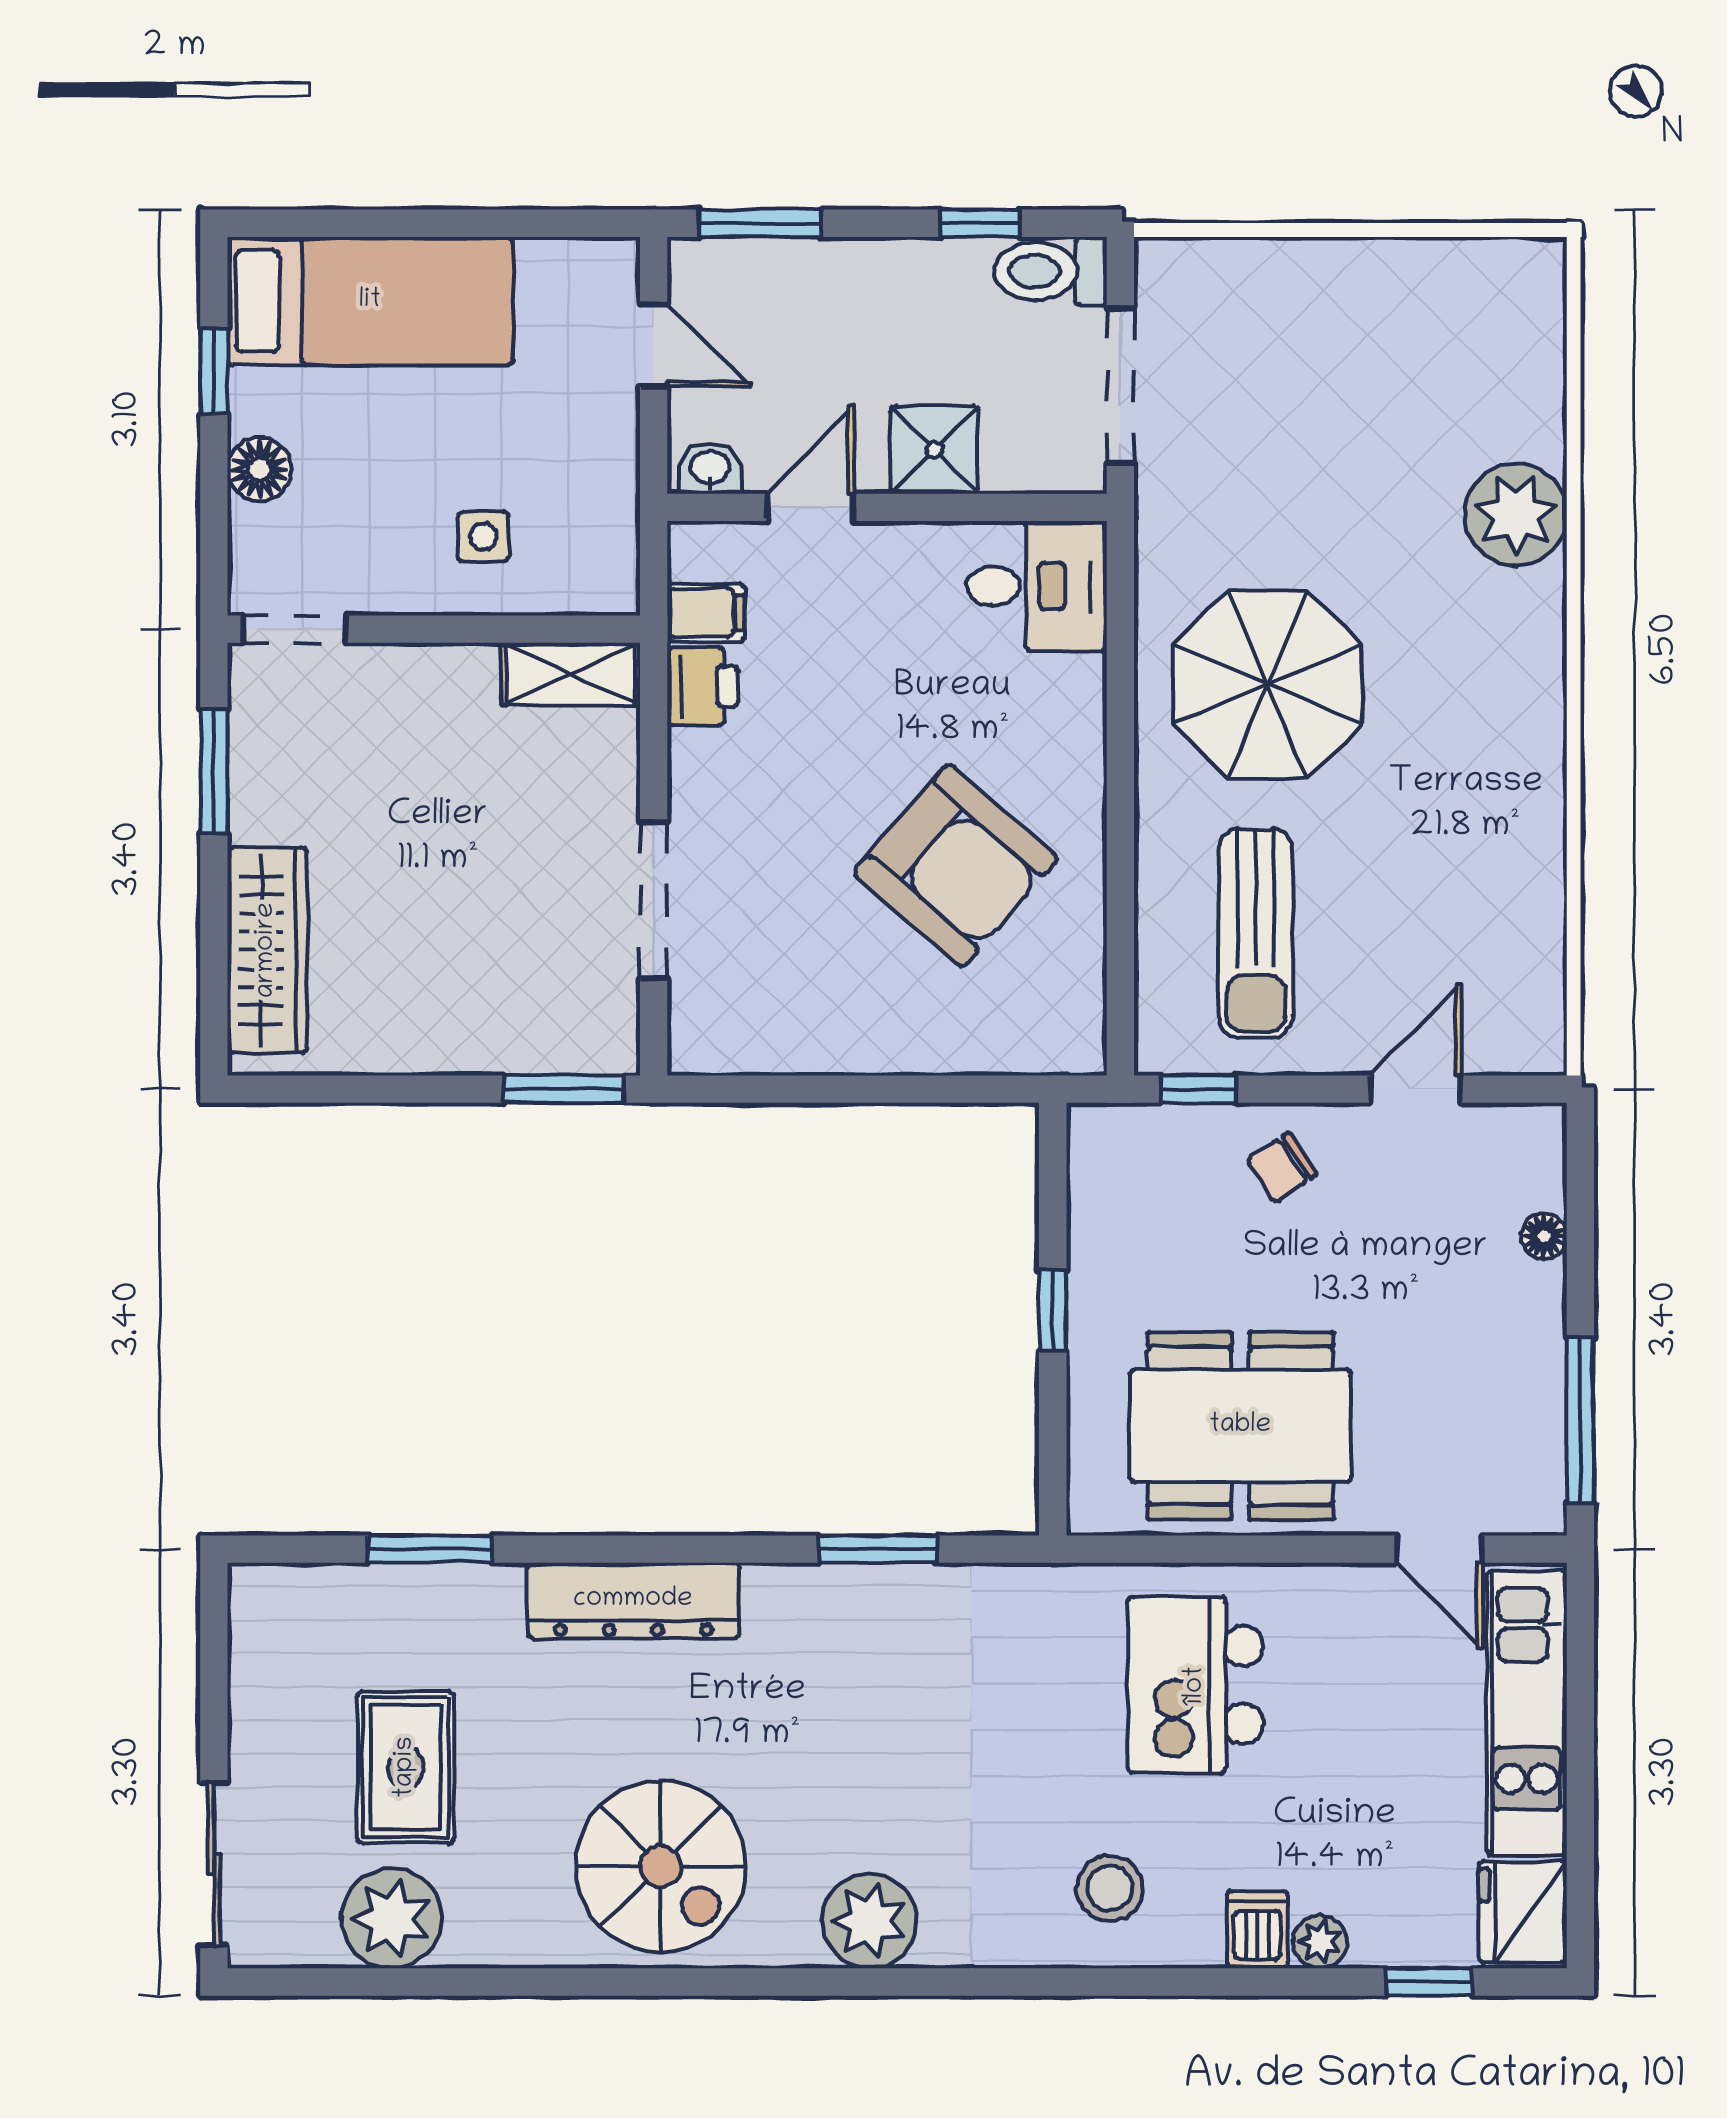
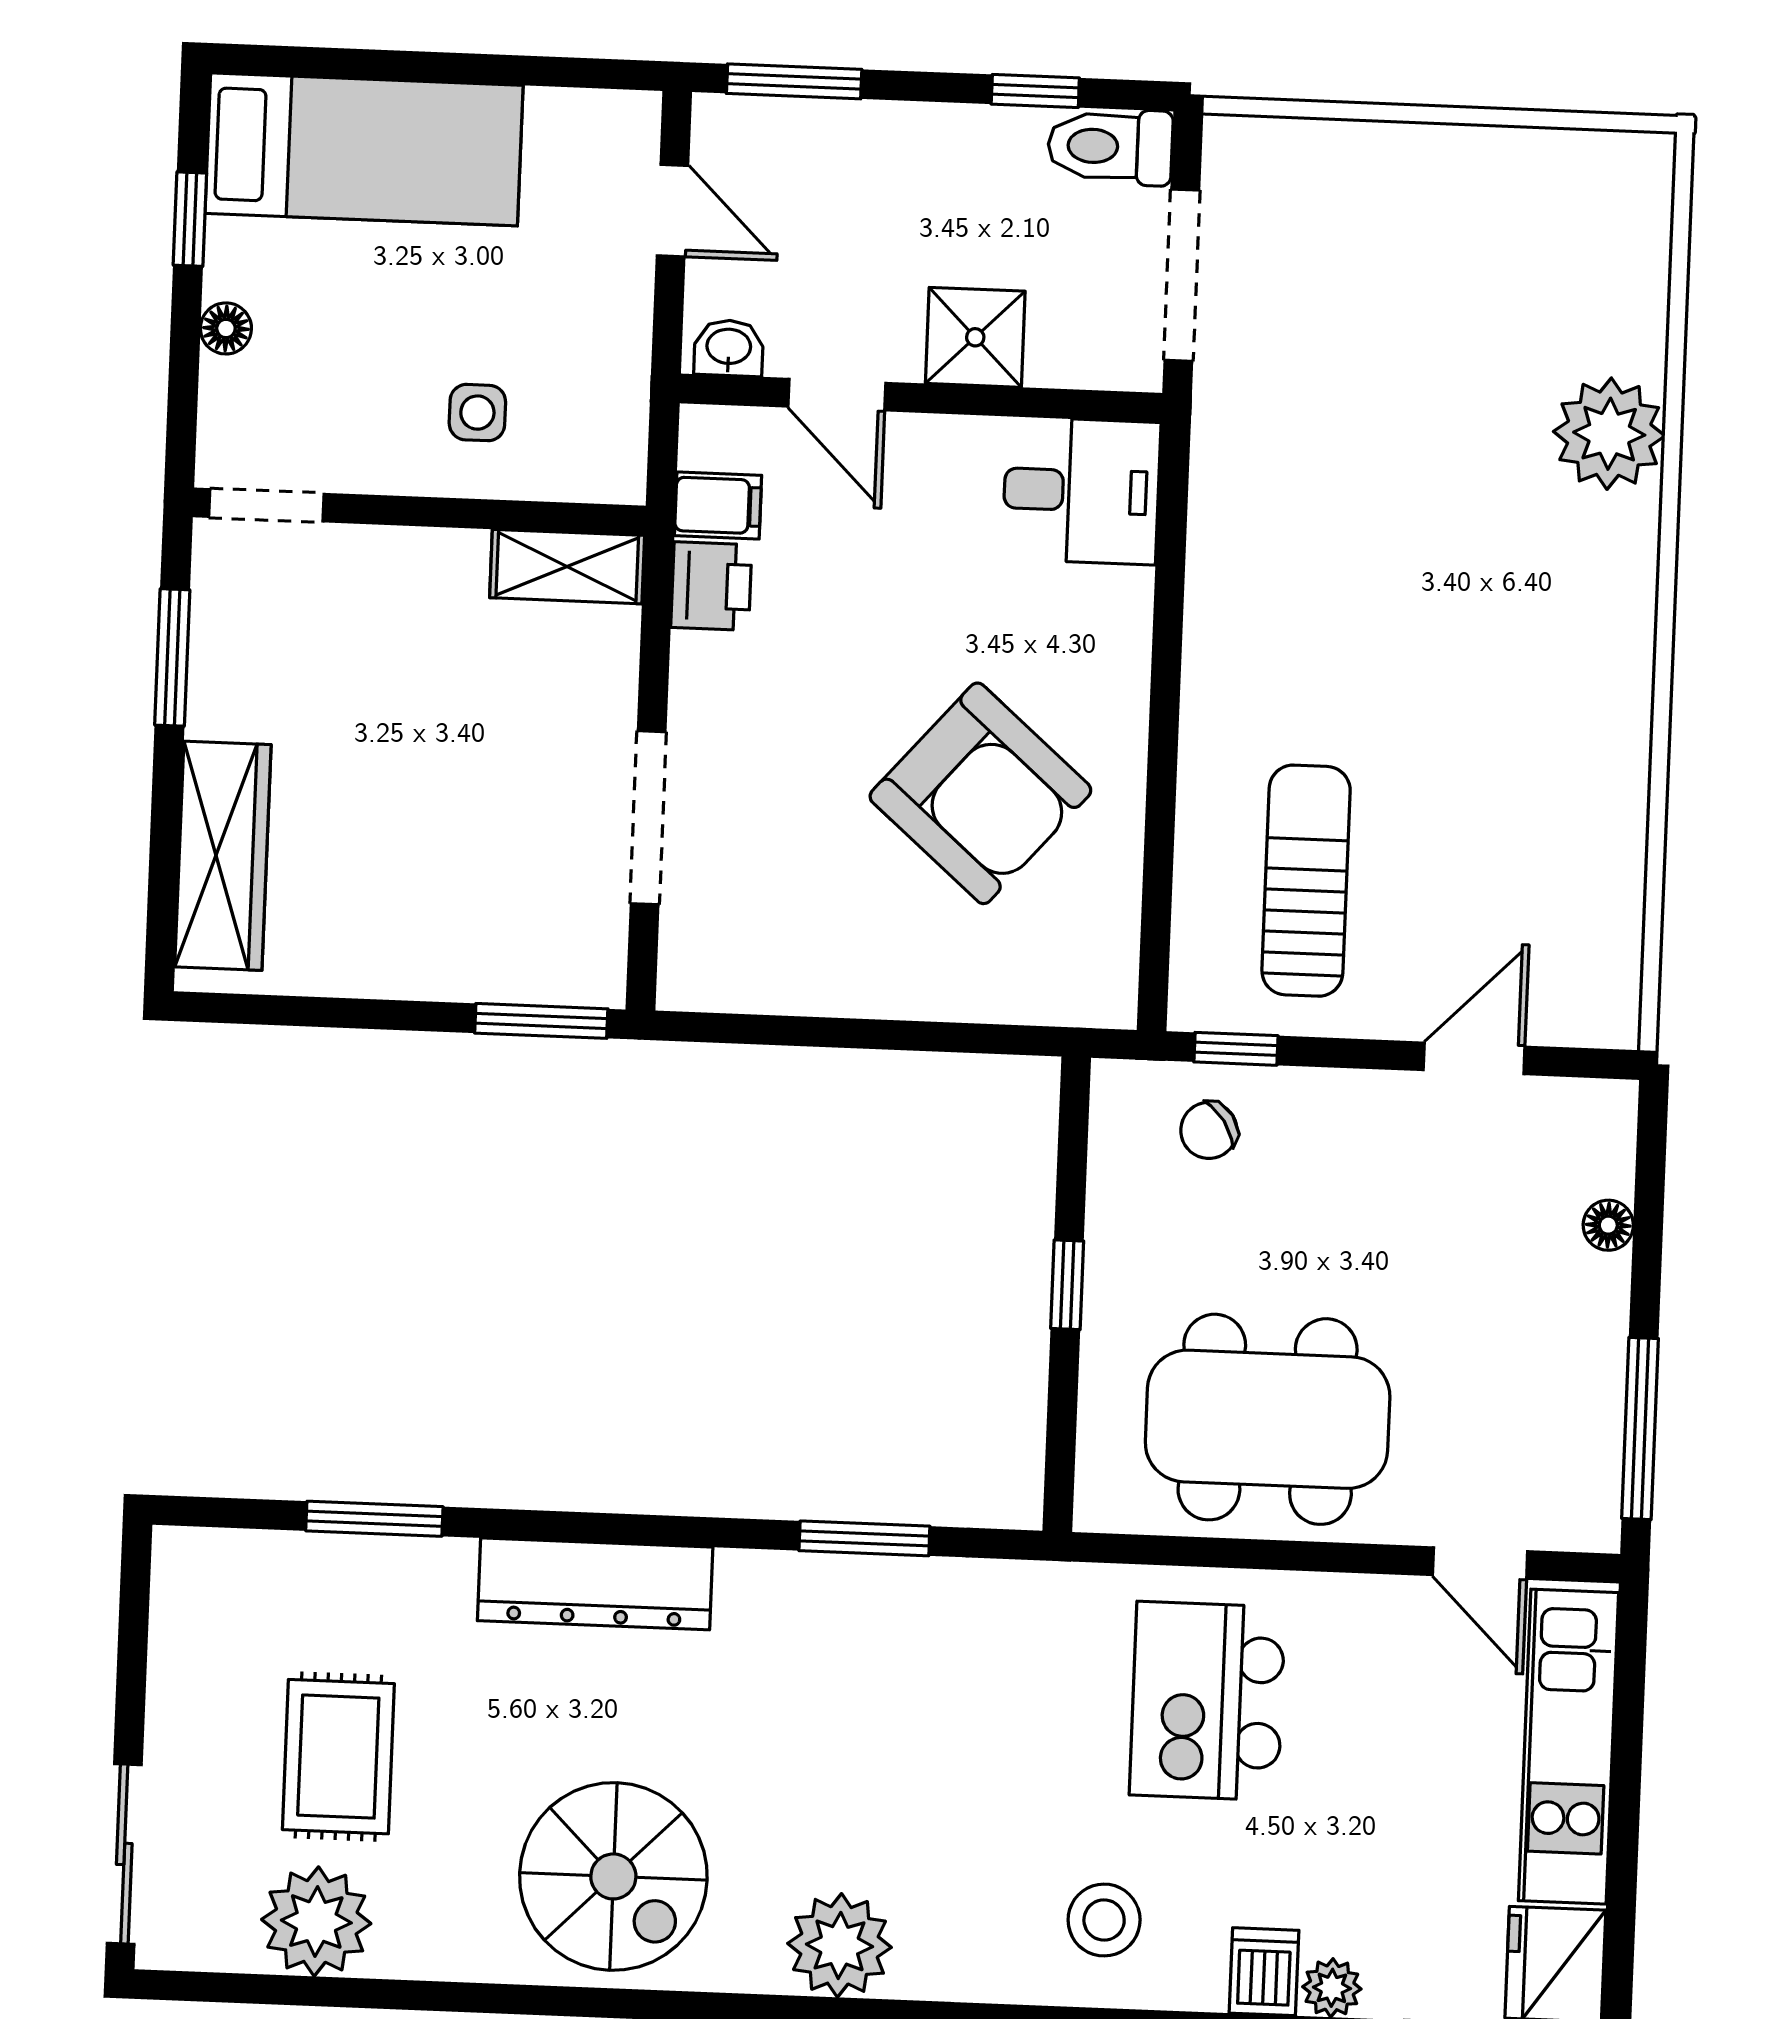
floor lamp: (259, 469) -> (226, 328), width x0.73, depth x0.73
door: (810, 507) -> (837, 395), swing flipped
parasol: (1267, 684) -> (1330, 609), removed
sun lounger: (1256, 933) -> (1306, 881), turned 180
chair: (1282, 1168) -> (1209, 1130), moved

